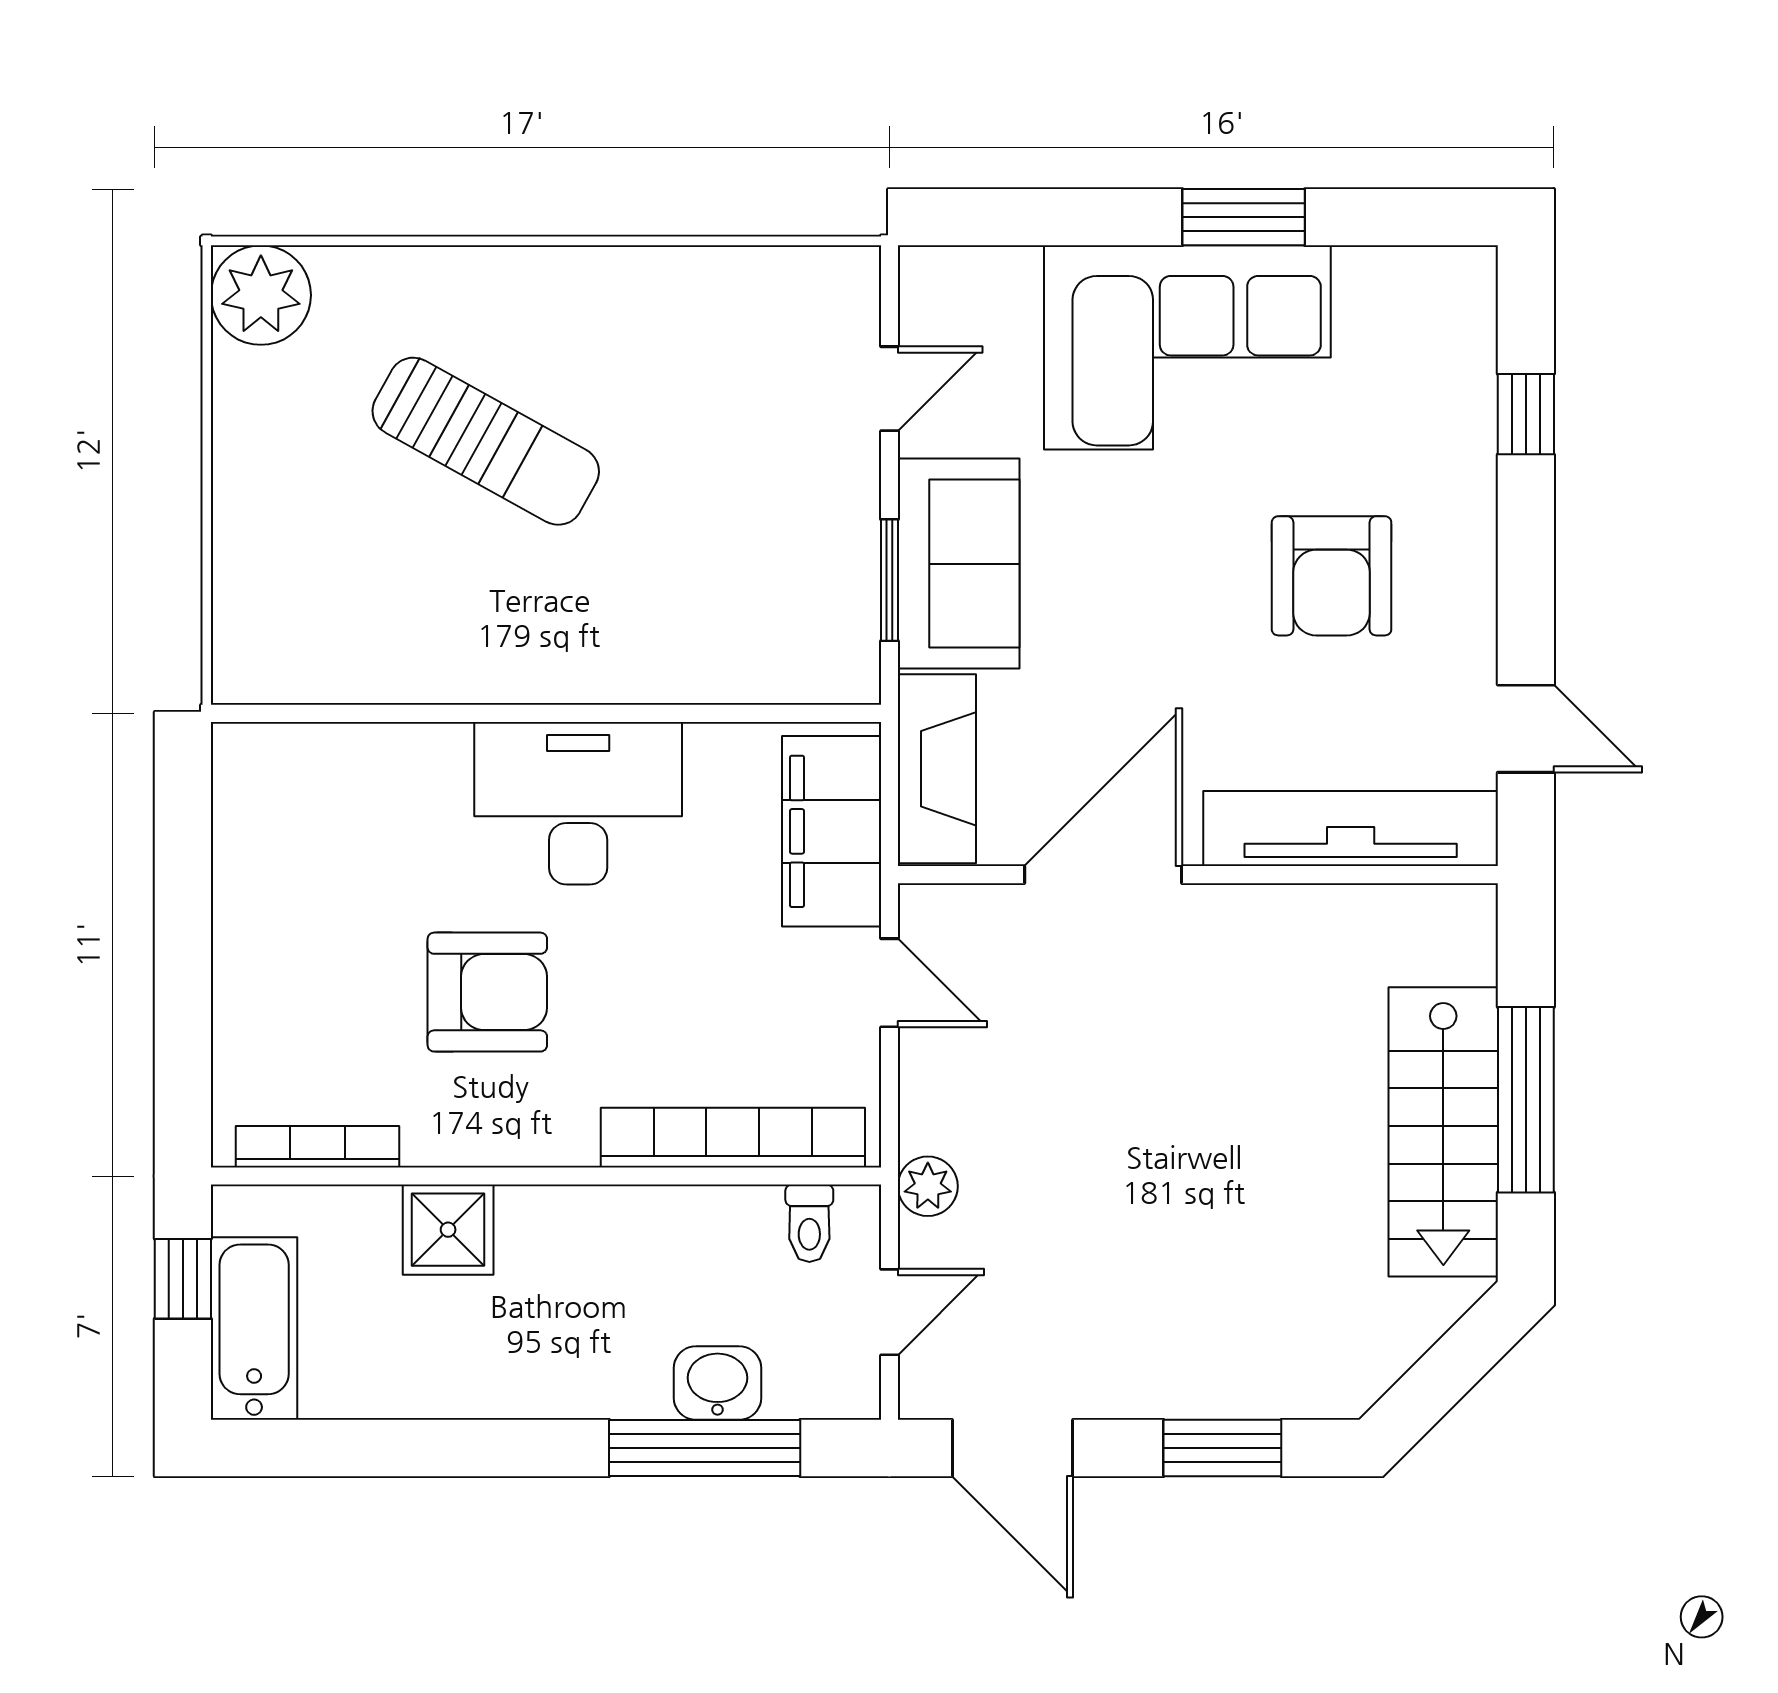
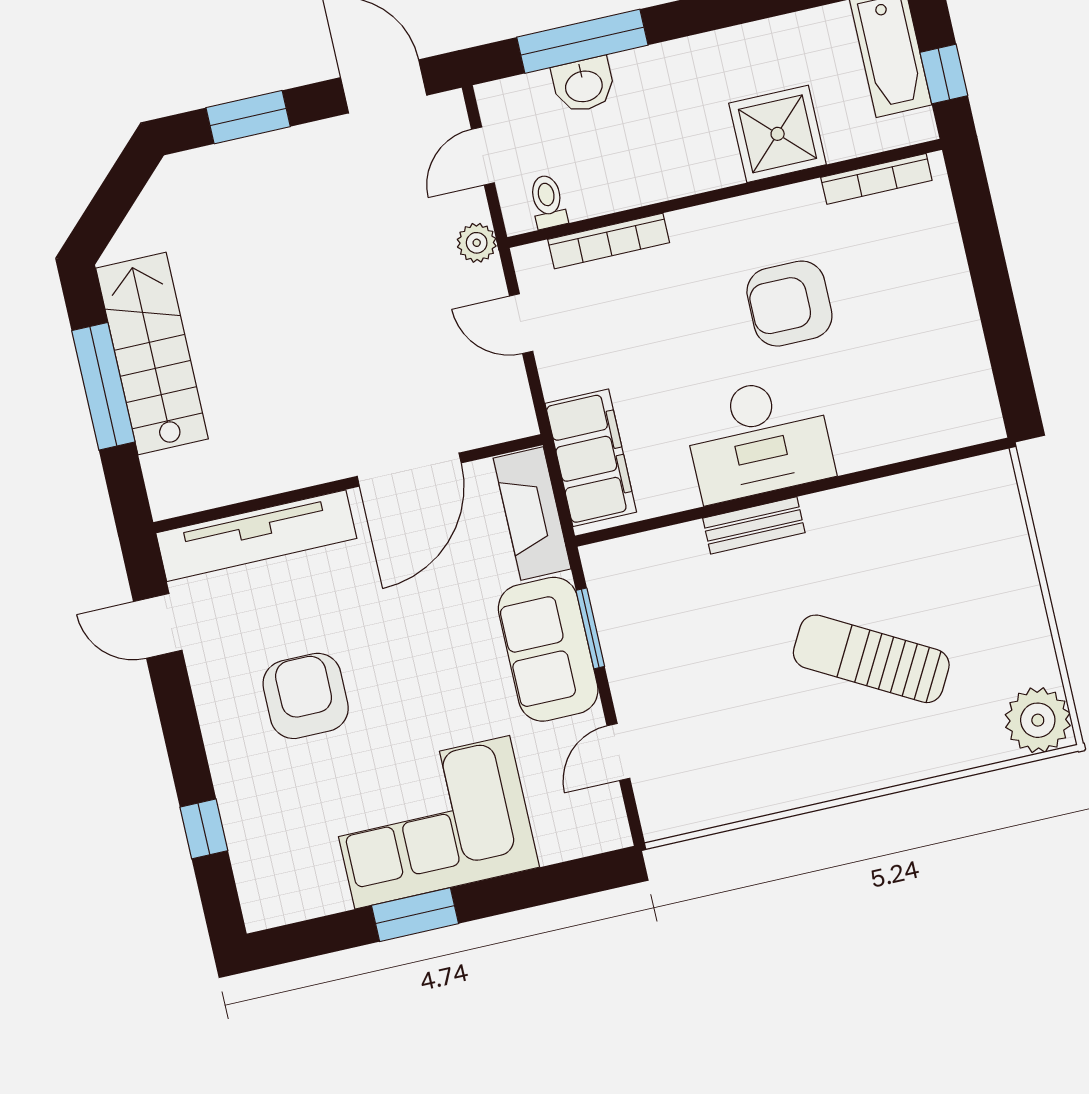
bench: (614, 677) -> (754, 525), added
door: (889, 983) -> (521, 324), moved
bookcase: (733, 1138) -> (609, 241), width x0.68, depth x0.76
shower: (448, 1230) -> (778, 134), width x1.36, depth x1.36

